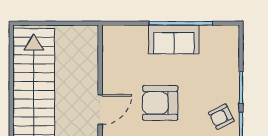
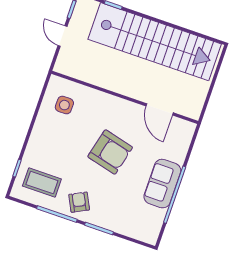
armchair: (160, 103) -> (110, 152), turned 104
door: (100, 109) -> (160, 109), moved

